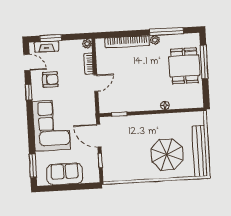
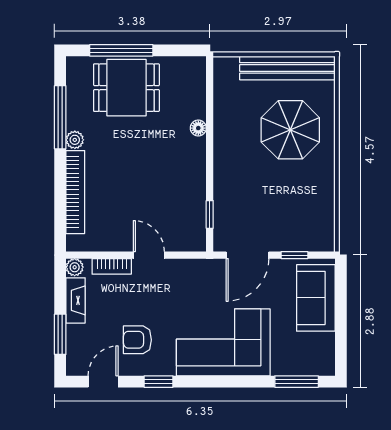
fireplace: (46, 47) -> (76, 300), moved
armchair: (50, 79) -> (137, 340), turned -90
sofa: (65, 174) -> (316, 298), moved

